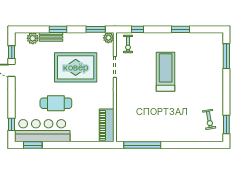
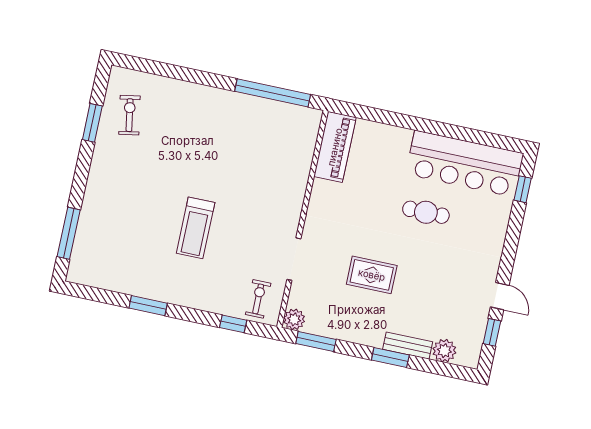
rug: (76, 67) -> (372, 275), width x0.54, depth x0.49
treadmill: (166, 72) -> (196, 228), width x0.73, depth x0.73
cafe table: (56, 103) -> (426, 212), width x0.73, depth x0.74
window: (226, 125) -> (92, 123), moved
window: (33, 145) -> (489, 139), removed

